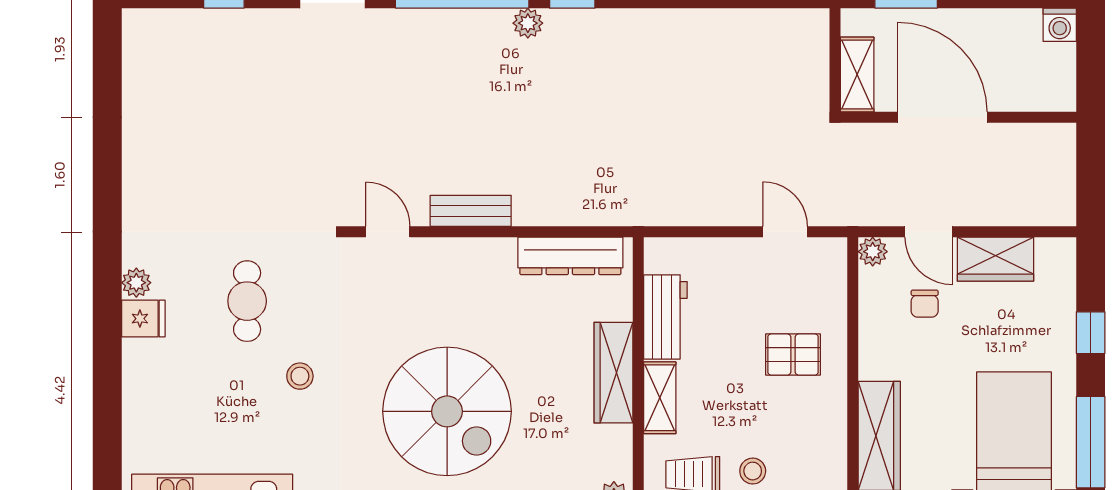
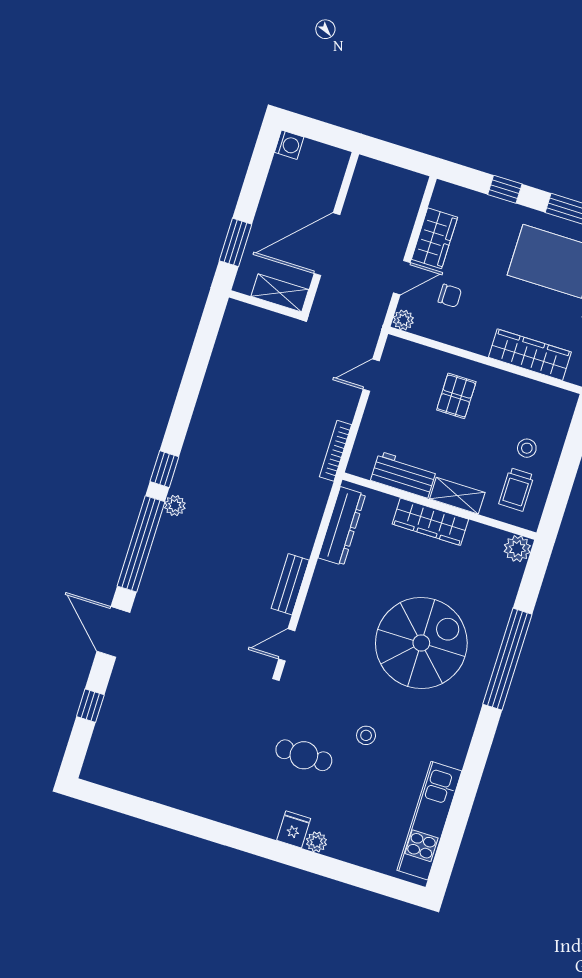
bookcase: (669, 216) -> (336, 451), added
plant: (136, 283) -> (316, 842), moved

